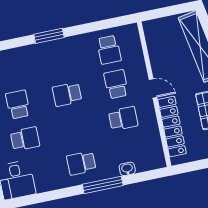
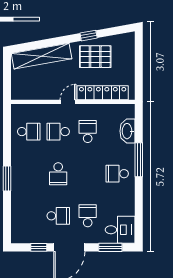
school desk: (18, 104) -> (58, 216), turned 180
school desk: (81, 163) -> (117, 174), turned 90
washbasin: (127, 169) -> (127, 131), width x1.91, depth x1.45

